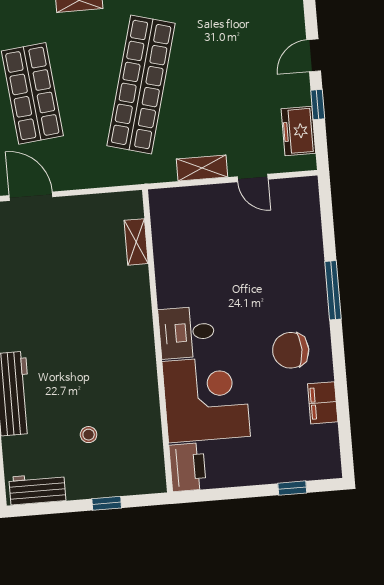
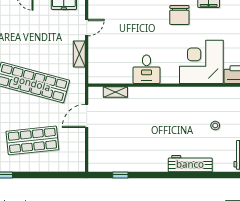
door: (31, 196) -> (87, 116), moved
desk: (187, 332) -> (146, 69), moved

